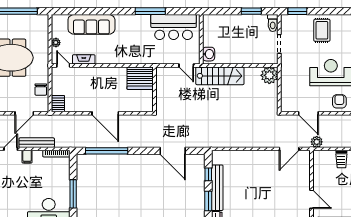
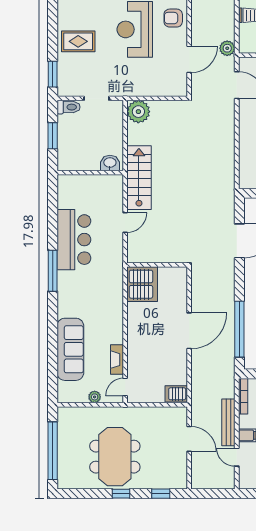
wall: (201, 39) -> (90, 173), moved
washbasin: (209, 54) -> (110, 163), moved
chair: (41, 90) -> (157, 417), removed

